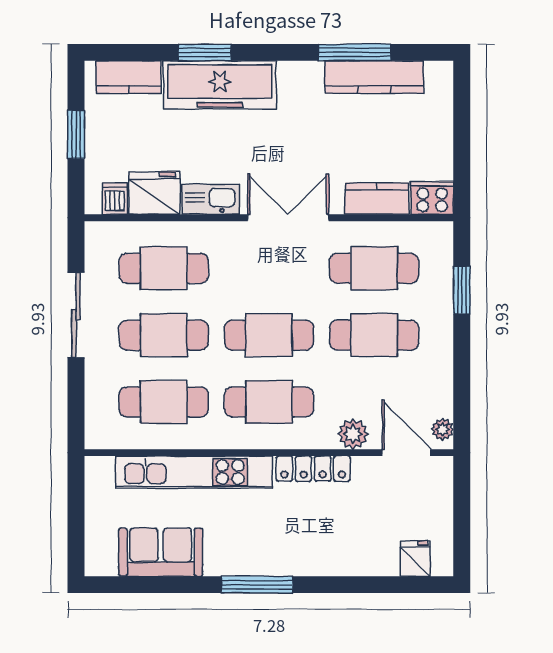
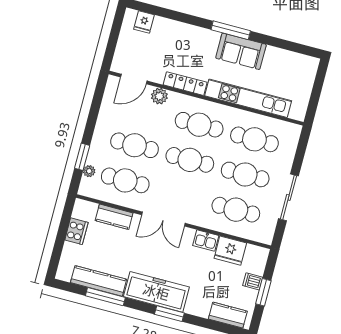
window: (205, 52) -> (169, 314), moved
freezer: (220, 85) -> (156, 292), moved
cooker: (432, 198) -> (76, 231), moved, turned -90
dishwasher: (115, 199) -> (253, 281), moved, turned 90
kitchen sink: (211, 199) -> (206, 241), width x0.73
plant: (443, 429) -> (89, 171), moved
door: (407, 453) -> (134, 79), hinge flipped
sofa: (161, 552) -> (241, 51), moved

